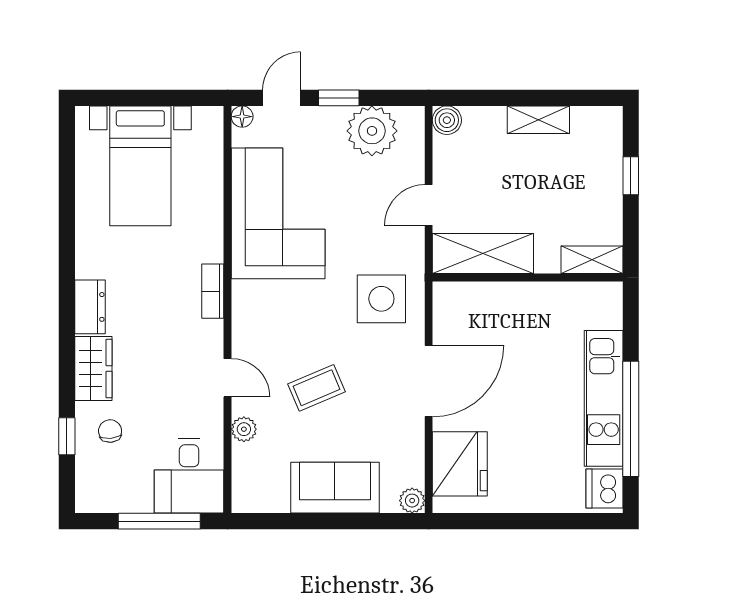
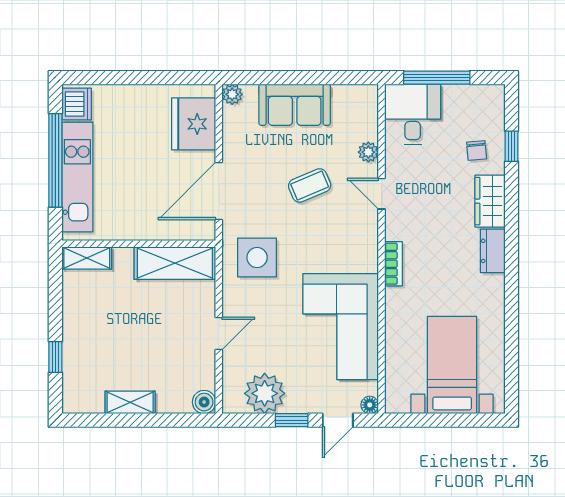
shelving: (483, 254) -> (175, 263), moved
shelving: (592, 260) -> (87, 258), moved
wall: (528, 278) -> (139, 244), moved

